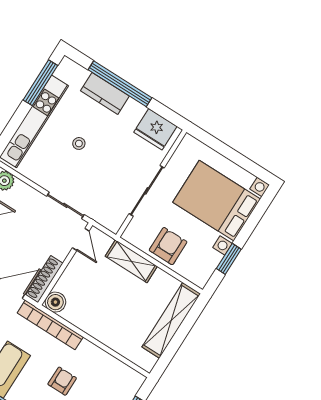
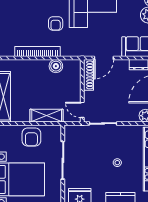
boiler: (55, 302) -> (56, 66), moved
bookcase: (50, 325) -> (37, 52), moved
armchair: (62, 381) -> (56, 23), moved

